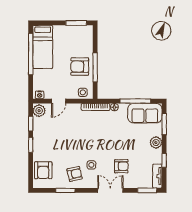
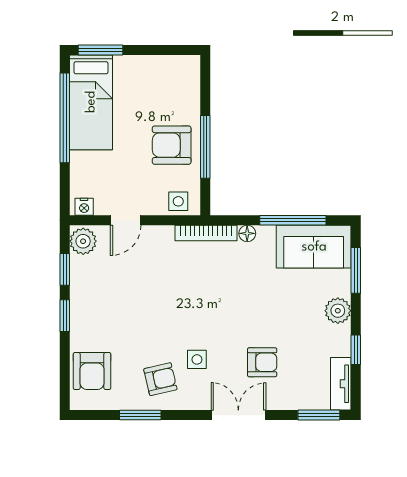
window: (76, 23) -> (101, 50), moved

